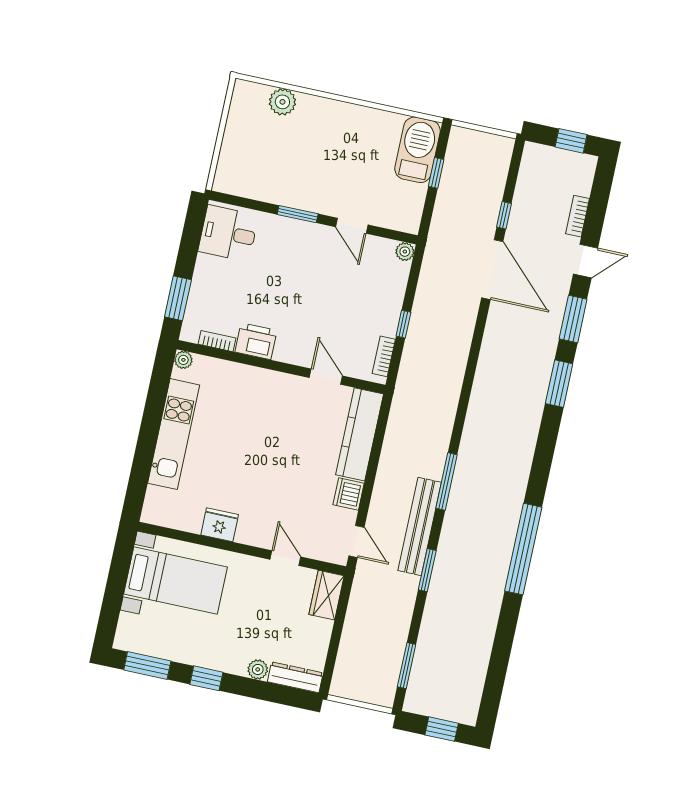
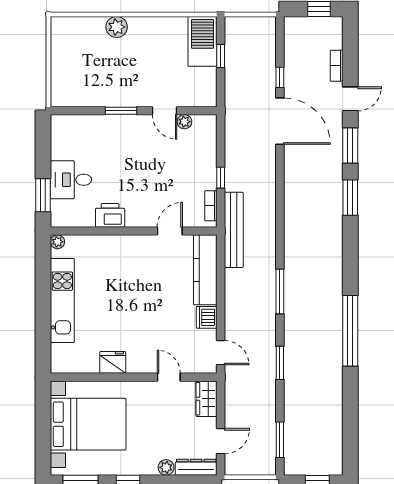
plant: (282, 102) -> (117, 27), moved
desk: (228, 233) -> (71, 180), moved
plant: (405, 252) -> (184, 122), moved
bookcase: (217, 341) -> (80, 222), removed
door: (326, 377) -> (170, 231), hinge flipped
bench: (420, 526) -> (234, 230), moved
bed with nightstands: (176, 581) -> (88, 424), width x1.36
door: (333, 651) -> (221, 441), added

